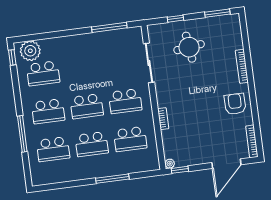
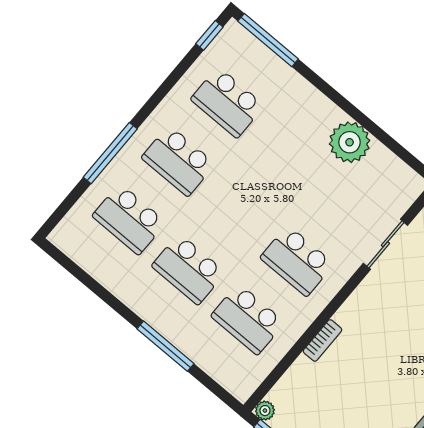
window: (109, 27) -> (268, 40), moved
plant: (30, 51) -> (350, 142), moved
sliding door: (149, 63) -> (385, 244), width x0.73
school desk: (87, 106) -> (238, 211), removed

